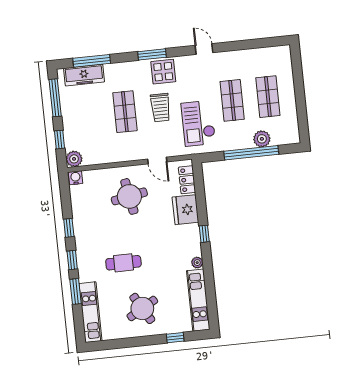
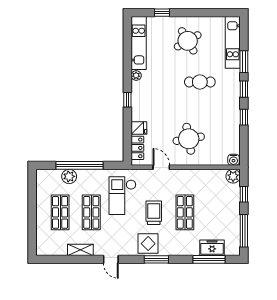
shelving: (240, 56) -> (80, 250), added
freezer: (84, 75) -> (212, 248), width x0.71
checkout: (198, 123) -> (123, 196), turned 180
fridge: (185, 210) -> (139, 128), width x0.53, depth x0.75

